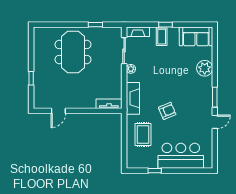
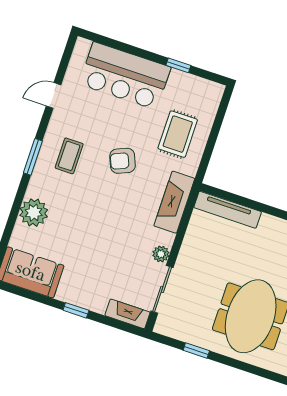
coffee table: (162, 37) -> (69, 156), moved
tv unit: (109, 104) -> (228, 210), width x1.41
door: (215, 122) -> (53, 95), moved

